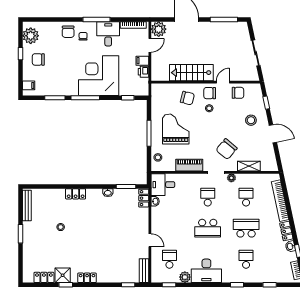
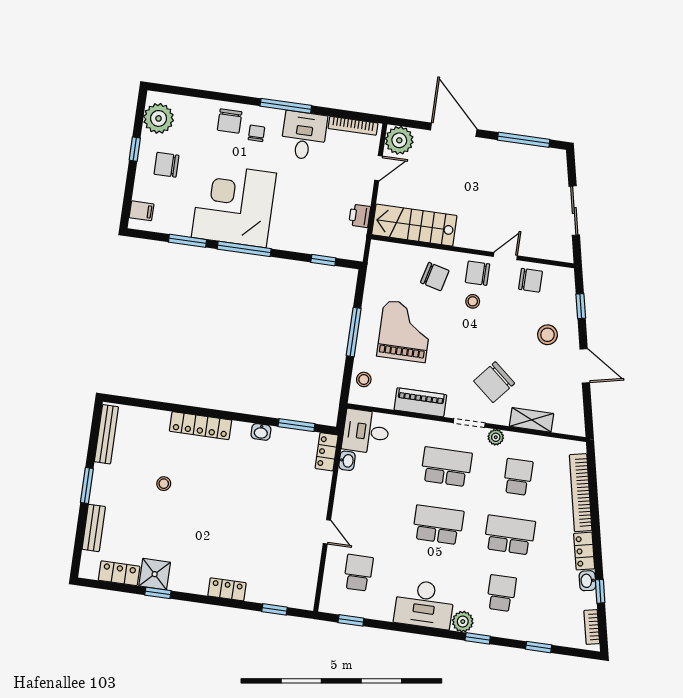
filing cabinet: (142, 61) -> (361, 195), removed
stairs: (191, 73) -> (414, 225), moved
corner desk: (99, 76) -> (234, 205), moved
locker: (76, 194) -> (201, 426), width x1.53
school desk: (208, 197) -> (446, 467), width x1.85
school desk: (208, 228) -> (438, 525), turned 180
bench: (144, 271) -> (94, 528), moved
plant: (185, 277) -> (463, 622), moved
locker: (87, 278) -> (227, 589), moved

